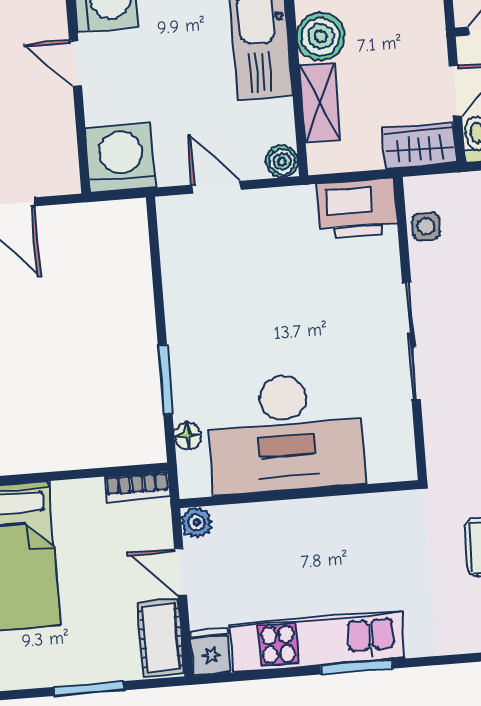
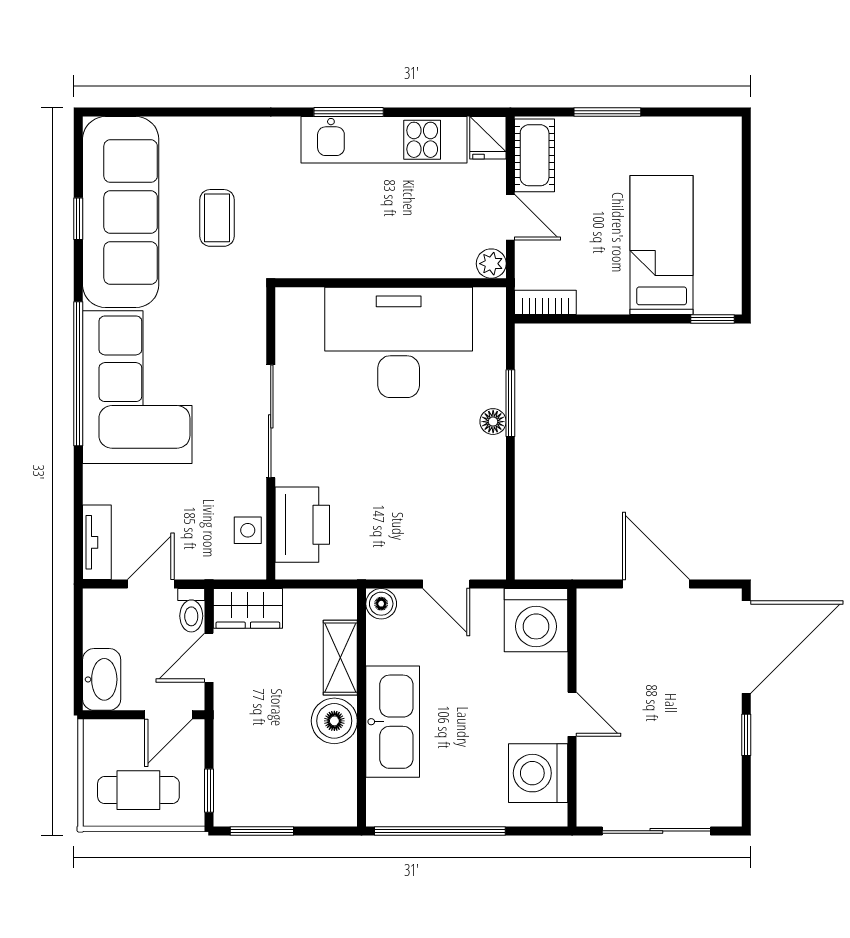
printer: (357, 209) -> (302, 525), moved, turned 90
floor lamp: (188, 436) -> (493, 422), moved

